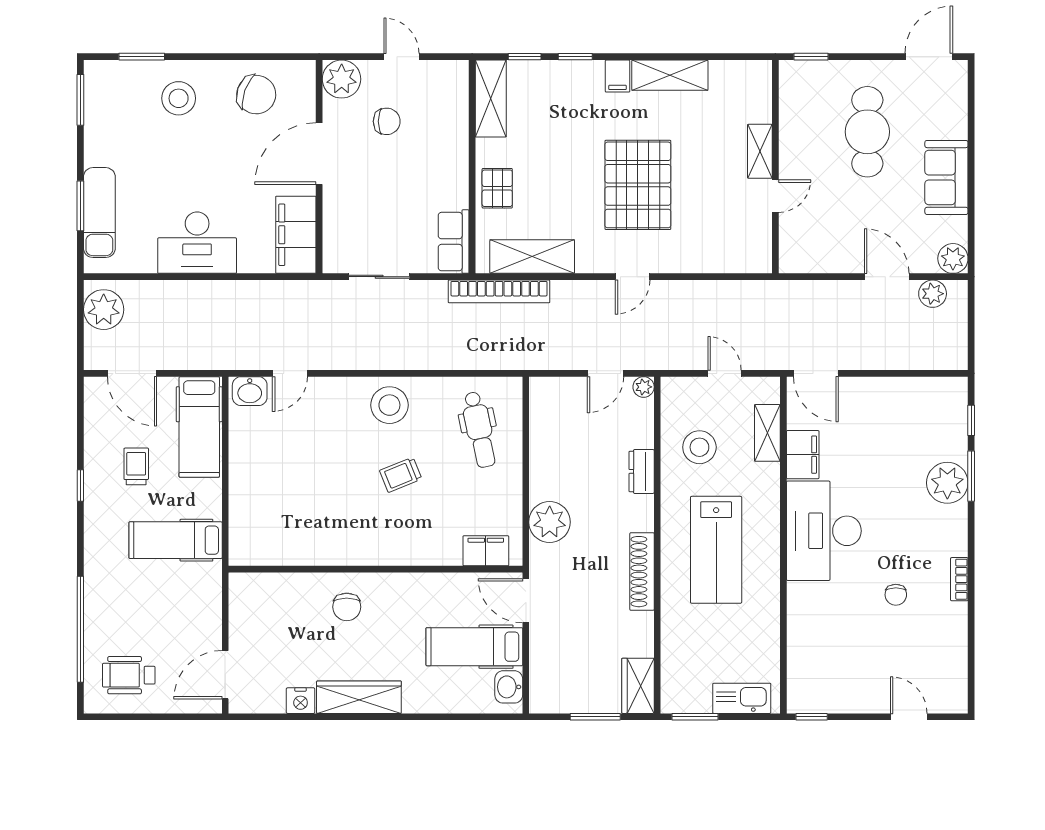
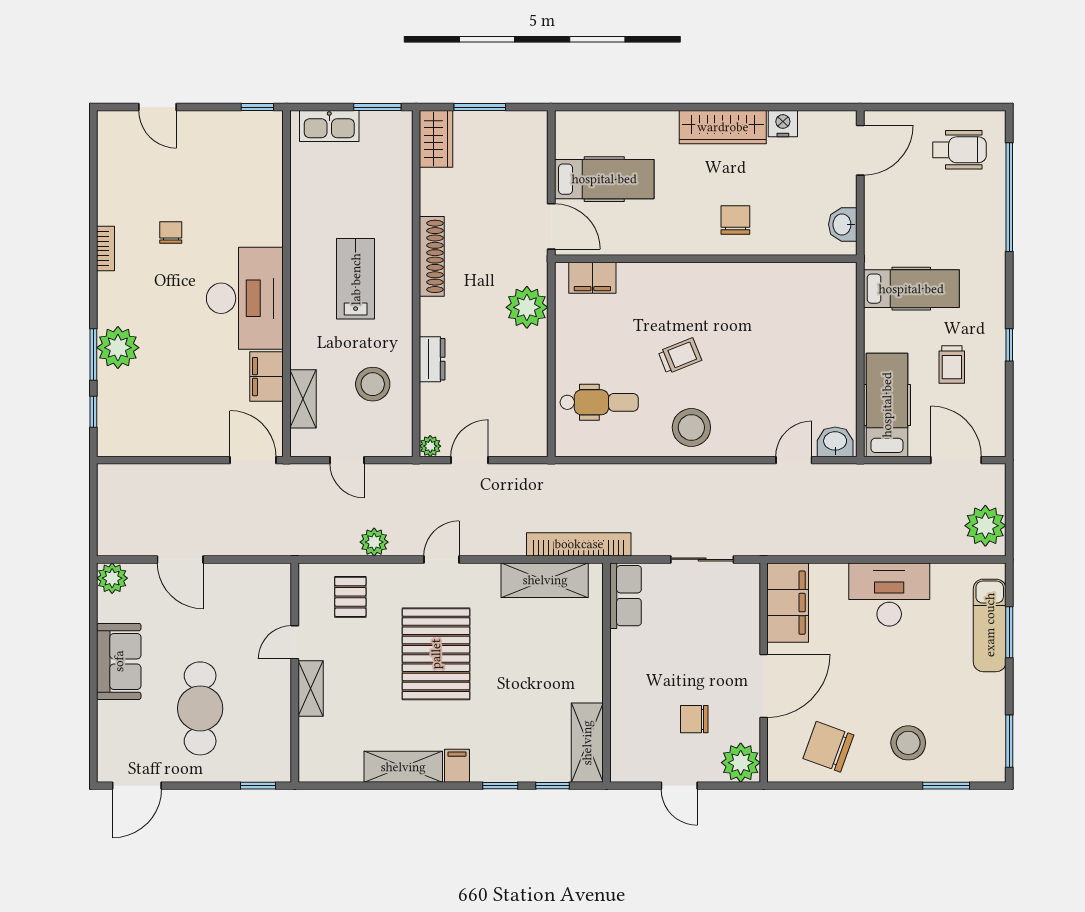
pallet: (497, 188) -> (350, 597), moved
plant: (933, 294) -> (374, 542), moved
dental chair: (479, 430) -> (599, 402), turned 102
lab bench: (716, 550) -> (356, 279), width x0.73, depth x0.72
washbasin: (509, 687) -> (843, 224), moved, turned 180

